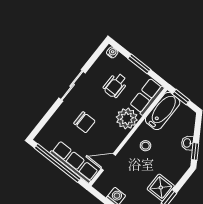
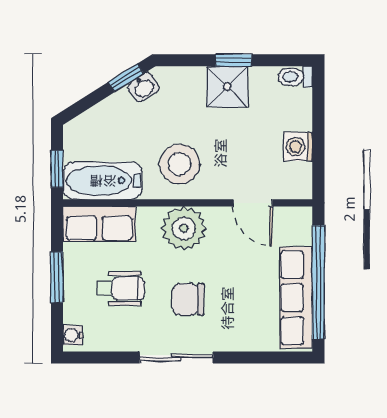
plant: (127, 118) -> (184, 228), moved
chair: (84, 122) -> (188, 299), moved, turned -90
washbasin: (187, 143) -> (143, 87), moved
stool: (145, 146) -> (180, 164), width x1.89, depth x1.89
row of seats: (74, 162) -> (296, 298), moved

